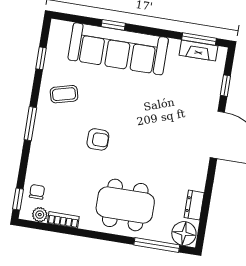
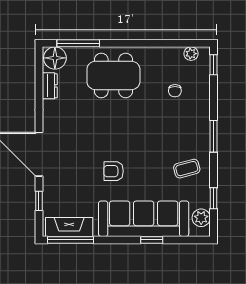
window: (199, 39) -> (70, 240), width x1.44
plant: (57, 40) -> (201, 218), added
fireplace: (199, 51) -> (69, 227), width x1.37, depth x1.32
armchair: (98, 139) -> (114, 171), moved
chair: (37, 192) -> (175, 91), moved
bookcase: (63, 220) -> (168, 52), removed

